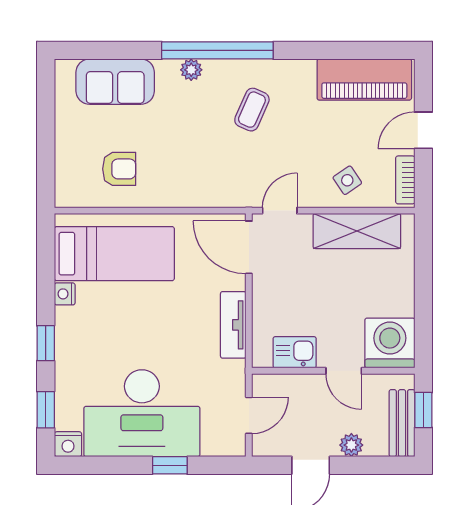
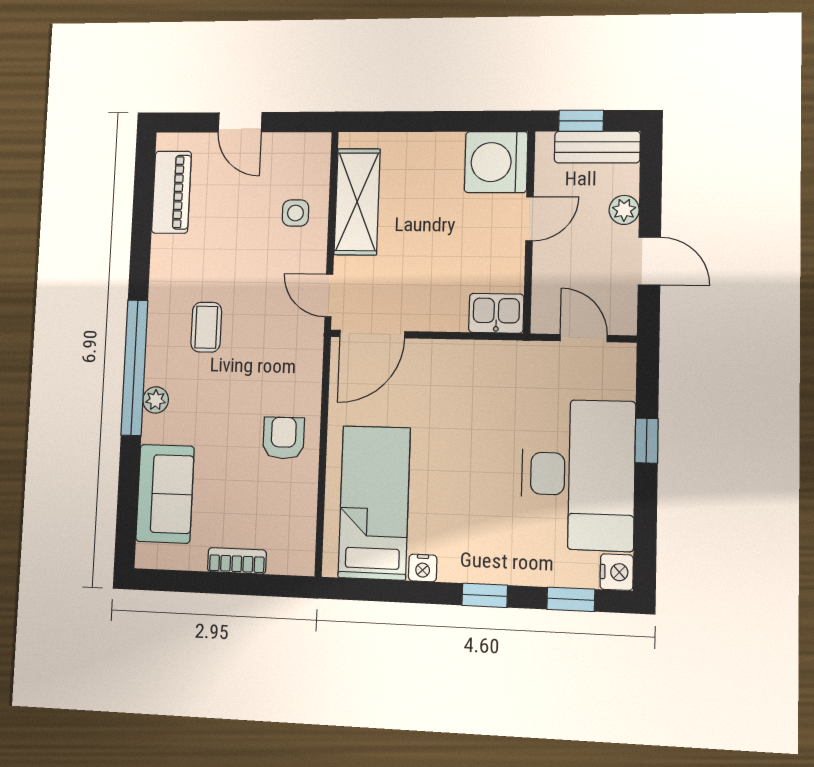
piano: (364, 80) -> (171, 192), width x0.73, depth x0.75
coffee table: (252, 110) -> (206, 327), turned 66
armchair: (119, 169) -> (284, 438), moved
side table: (347, 180) -> (295, 213), turned 34
bookcase: (405, 180) -> (237, 561), moved, turned 180
tv unit: (233, 325) -> (468, 355), removed
kitchen sink: (295, 352) -> (496, 313), moved, turned 90

